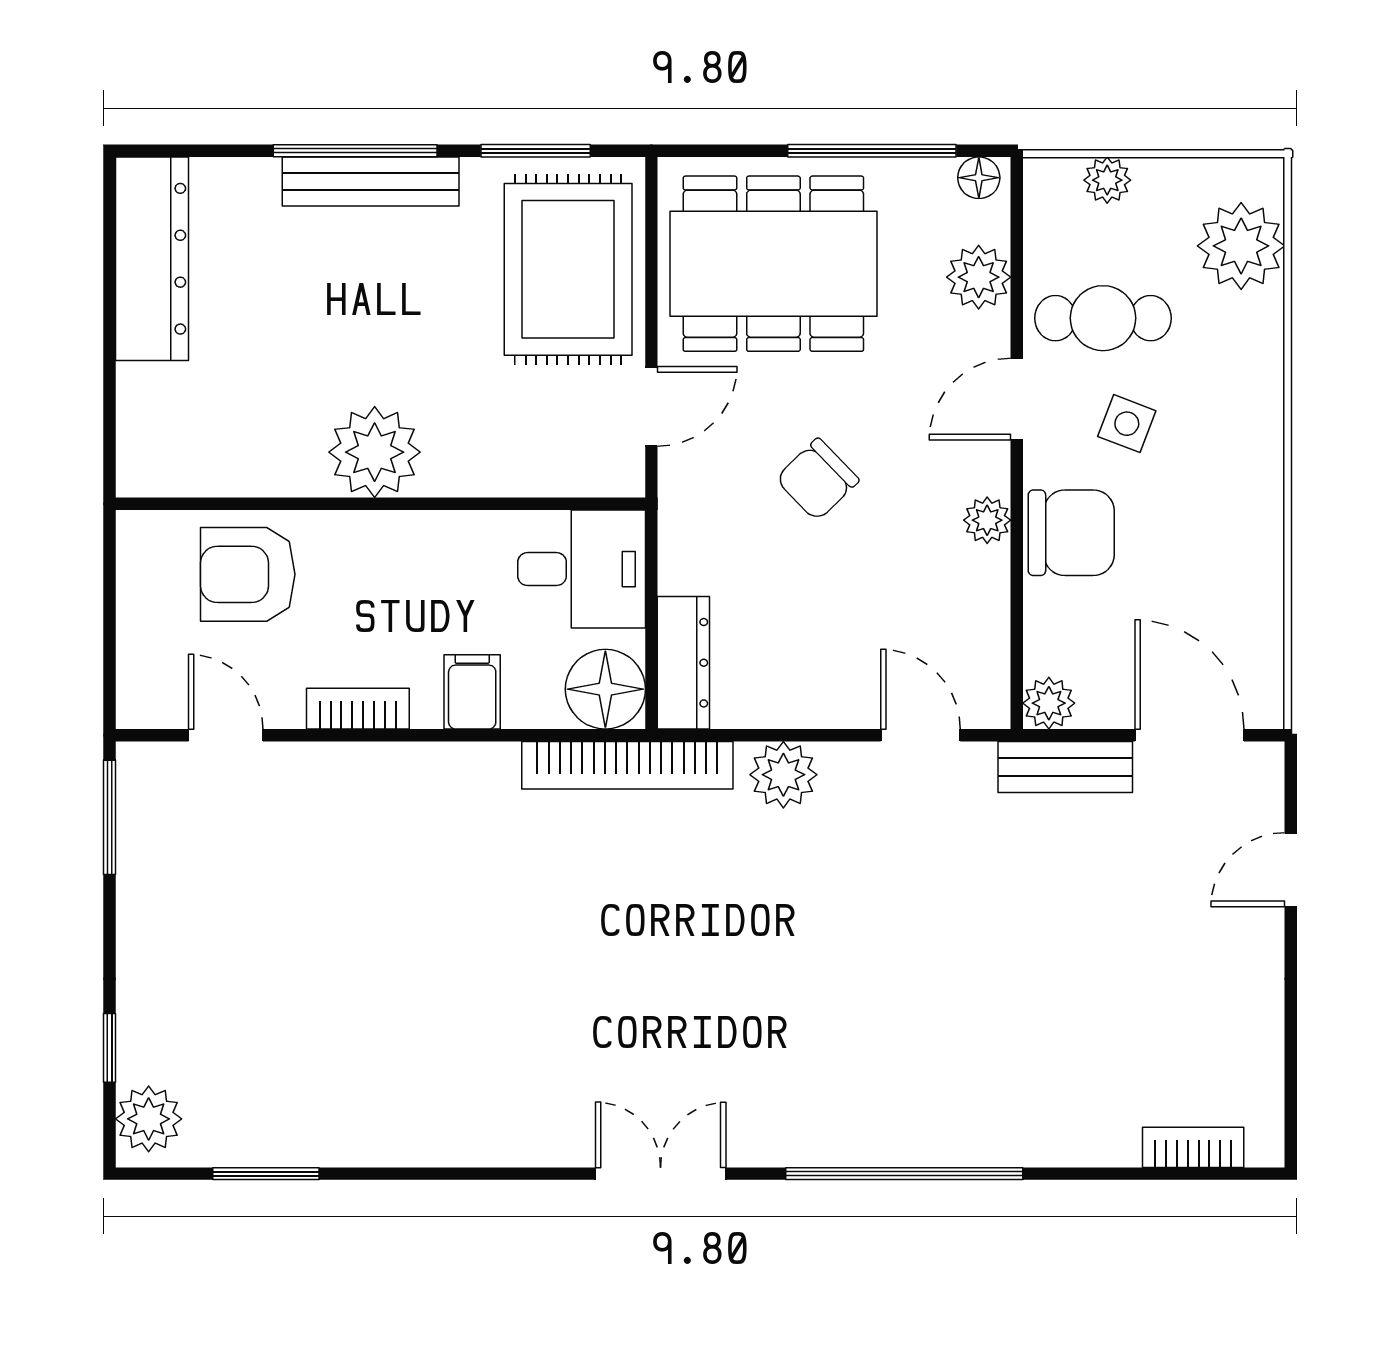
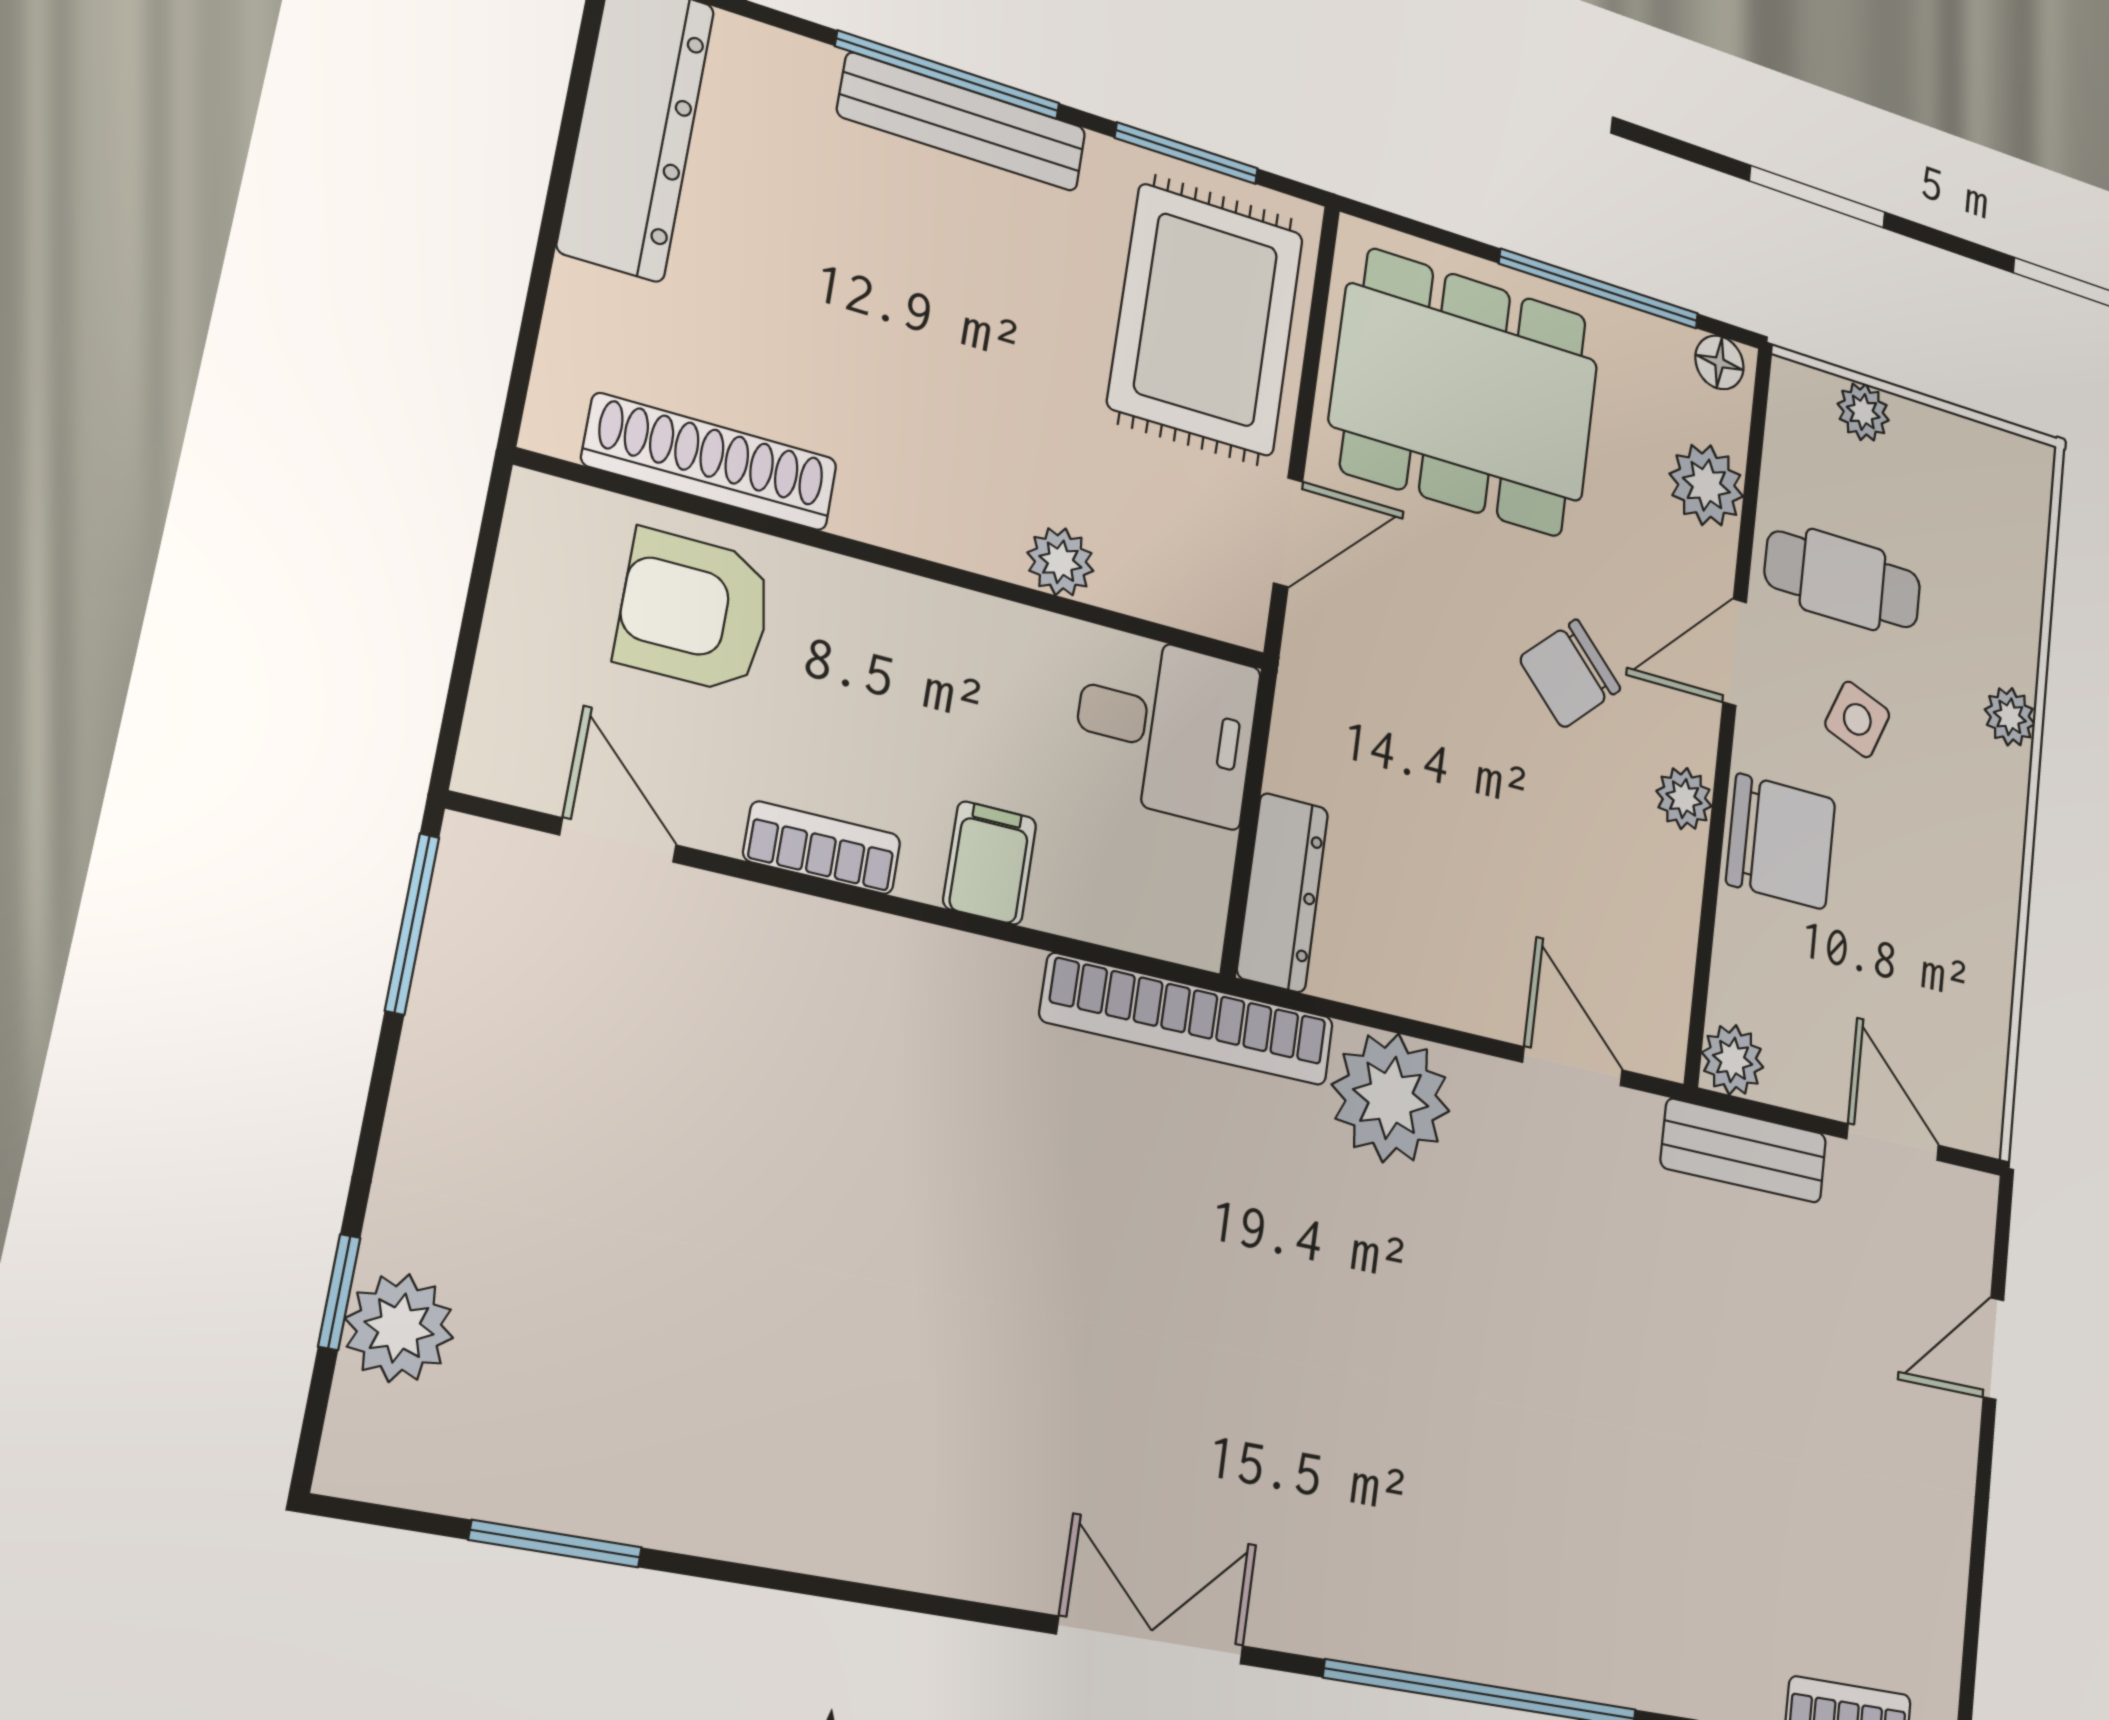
plant: (1241, 246) -> (2010, 717), moved, width x0.53, depth x0.53
plant: (375, 452) -> (1060, 562), moved, width x0.53, depth x0.53
shoe rack: (241, 472) -> (710, 462), added
chair: (817, 479) -> (1570, 674), moved
floor lamp: (605, 689) -> (1174, 904), removed
door: (1189, 735) -> (1893, 1142), width x0.73
plant: (783, 775) -> (1391, 1098), width x1.36, depth x1.36
plant: (149, 1119) -> (399, 1328), moved

